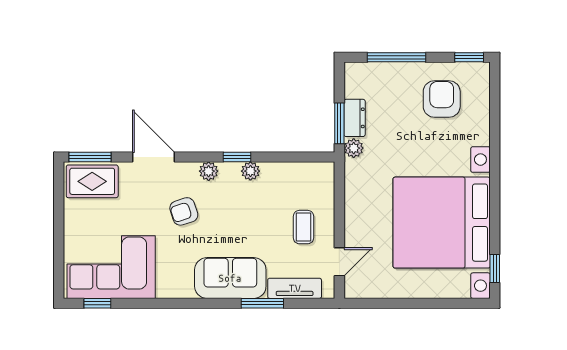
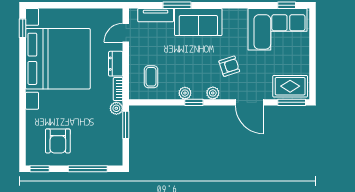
dresser: (355, 118) -> (116, 64), moved
bookcase: (351, 177) -> (118, 89), added
coffee table: (304, 227) -> (151, 77), moved

